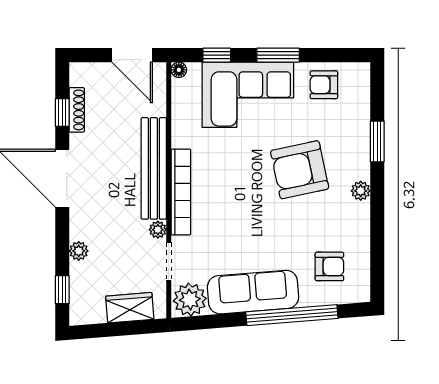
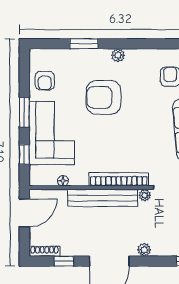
floor lamp: (179, 70) -> (63, 181), moved
shoe rack: (77, 110) -> (45, 251), moved
armchair: (300, 170) -> (103, 97), turned 102
plant: (79, 251) -> (144, 250), moved

